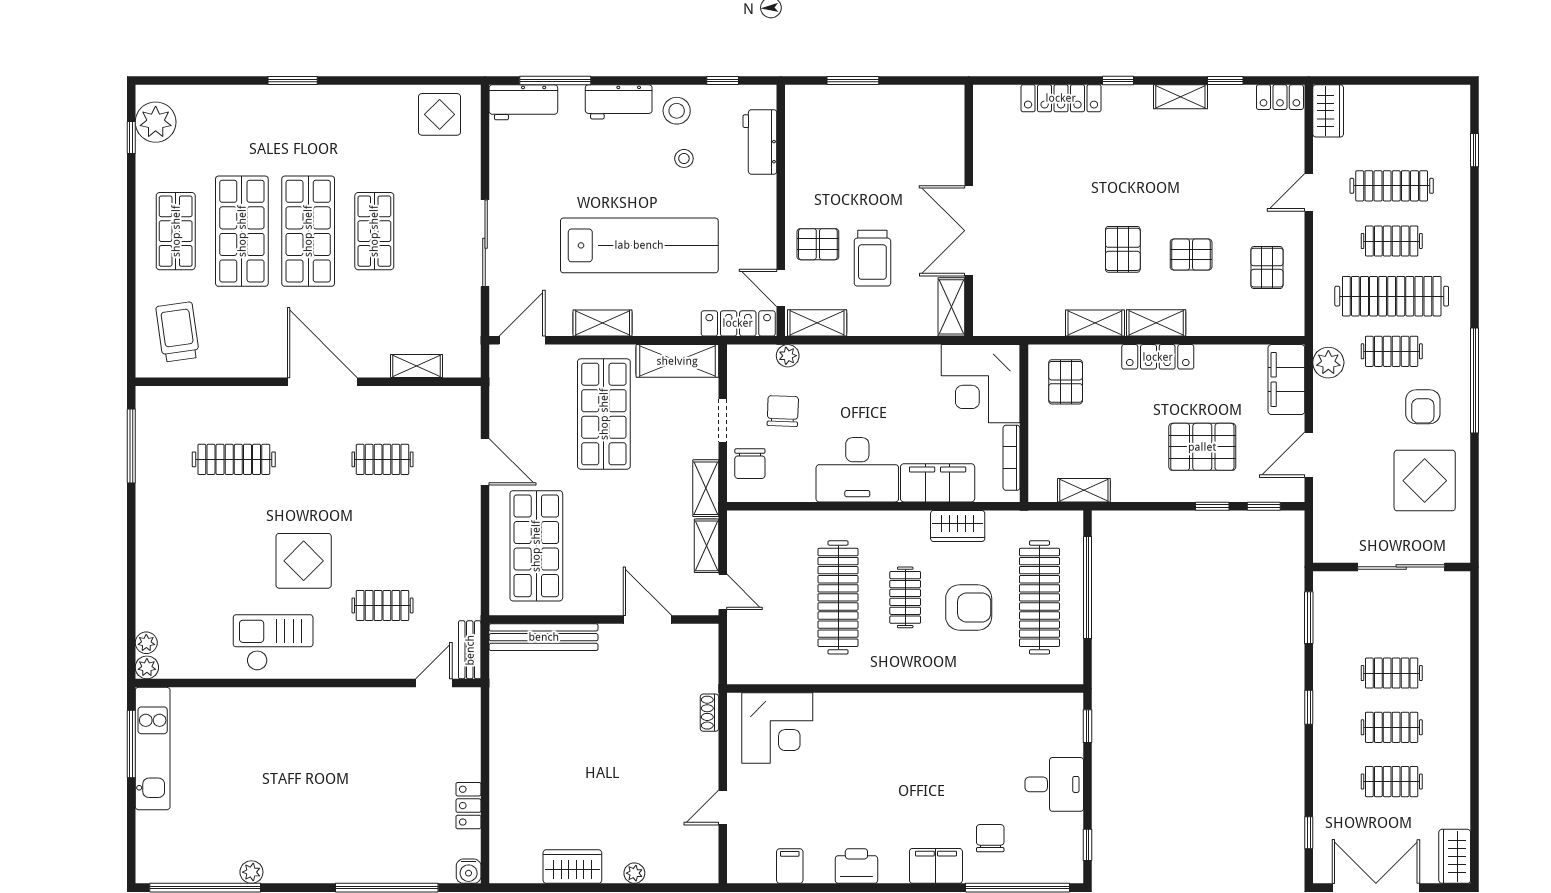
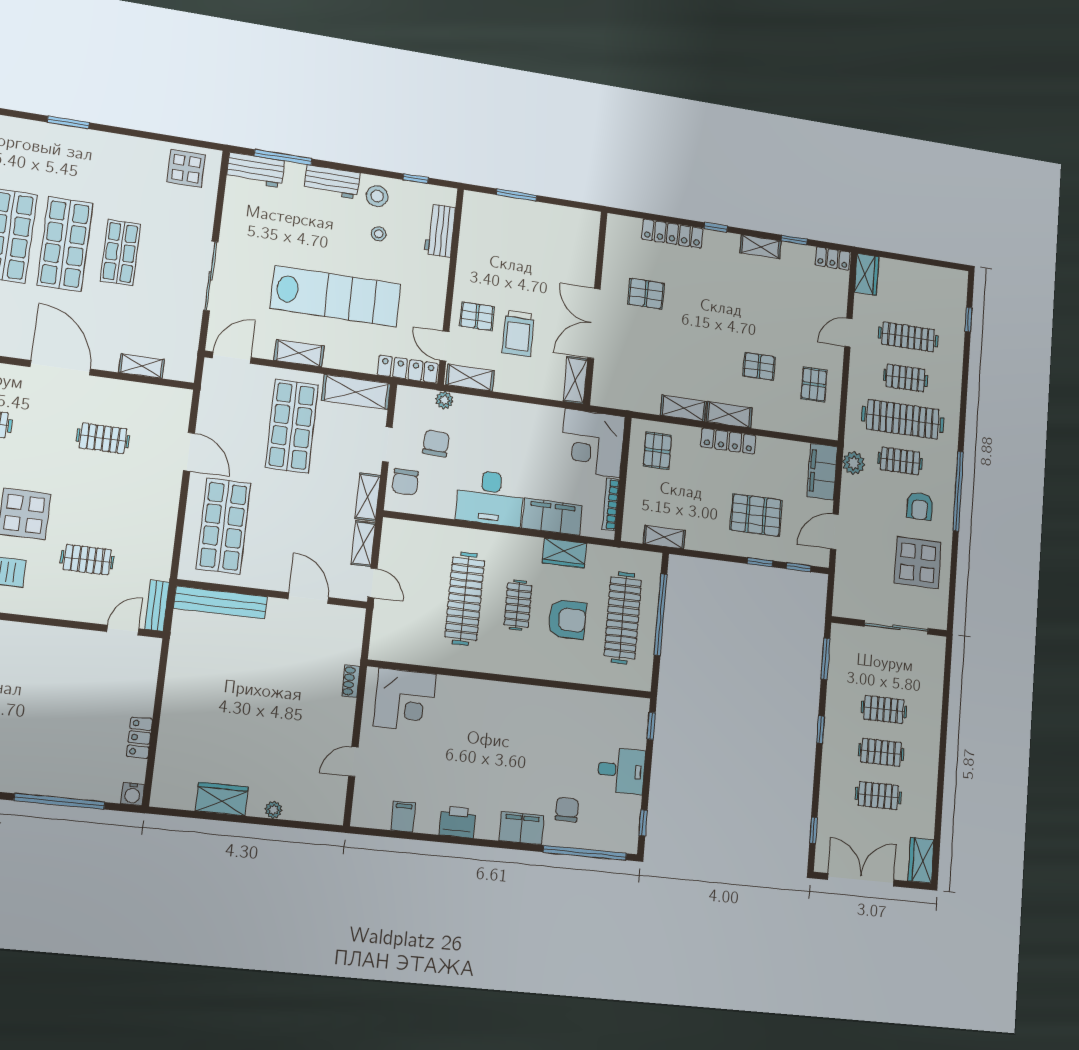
pallet: (1123, 249) -> (646, 294), moved, turned 90

